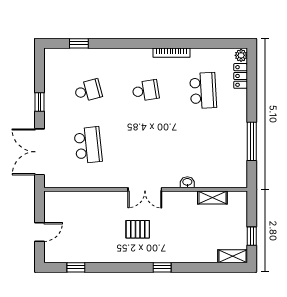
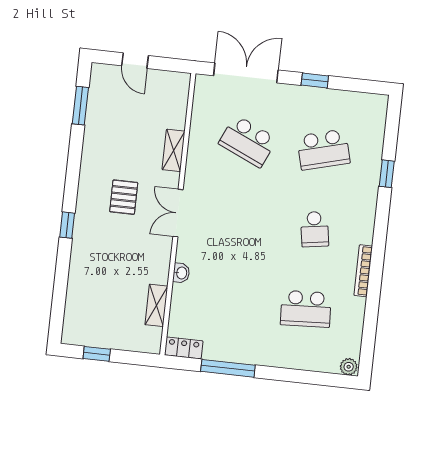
window: (79, 43) -> (387, 174), moved
locker: (241, 76) -> (184, 348), moved
school desk: (88, 91) -> (323, 150), width x1.85
school desk: (88, 145) -> (248, 141), turned 30
shelving: (233, 256) -> (173, 150), moved
window: (76, 267) -> (80, 106), width x1.50

